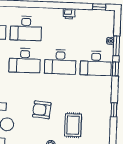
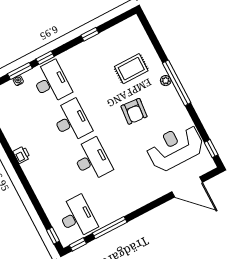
printer: (69, 14) -> (22, 155), moved
desk: (26, 28) -> (57, 178), removed

